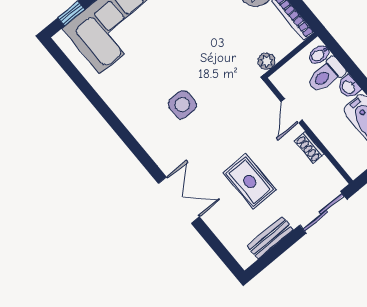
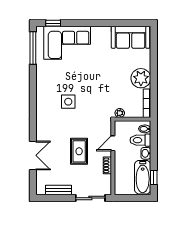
window: (72, 71) -> (33, 48), added
rug: (250, 182) -> (79, 151), moved
double door: (179, 200) -> (33, 155), moved

